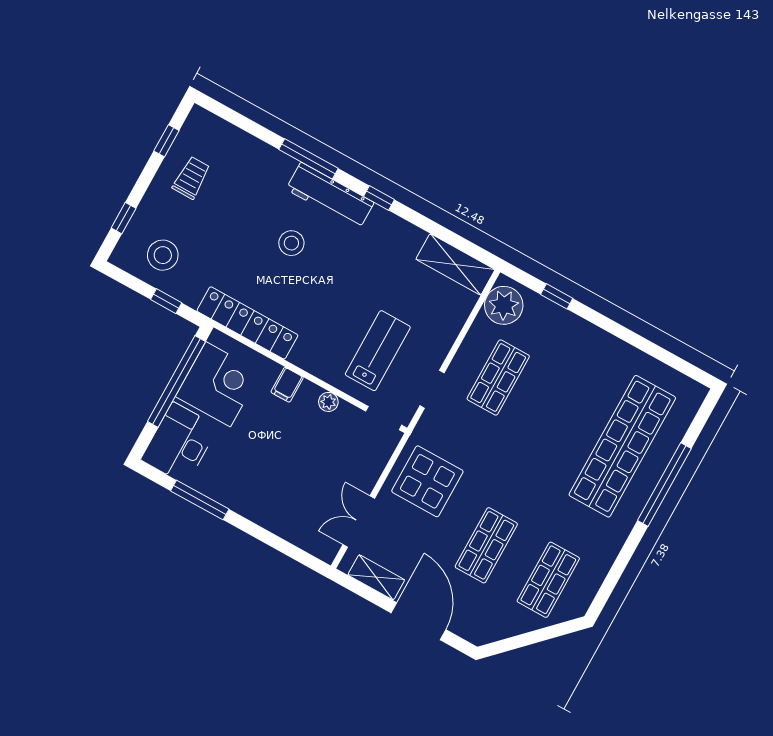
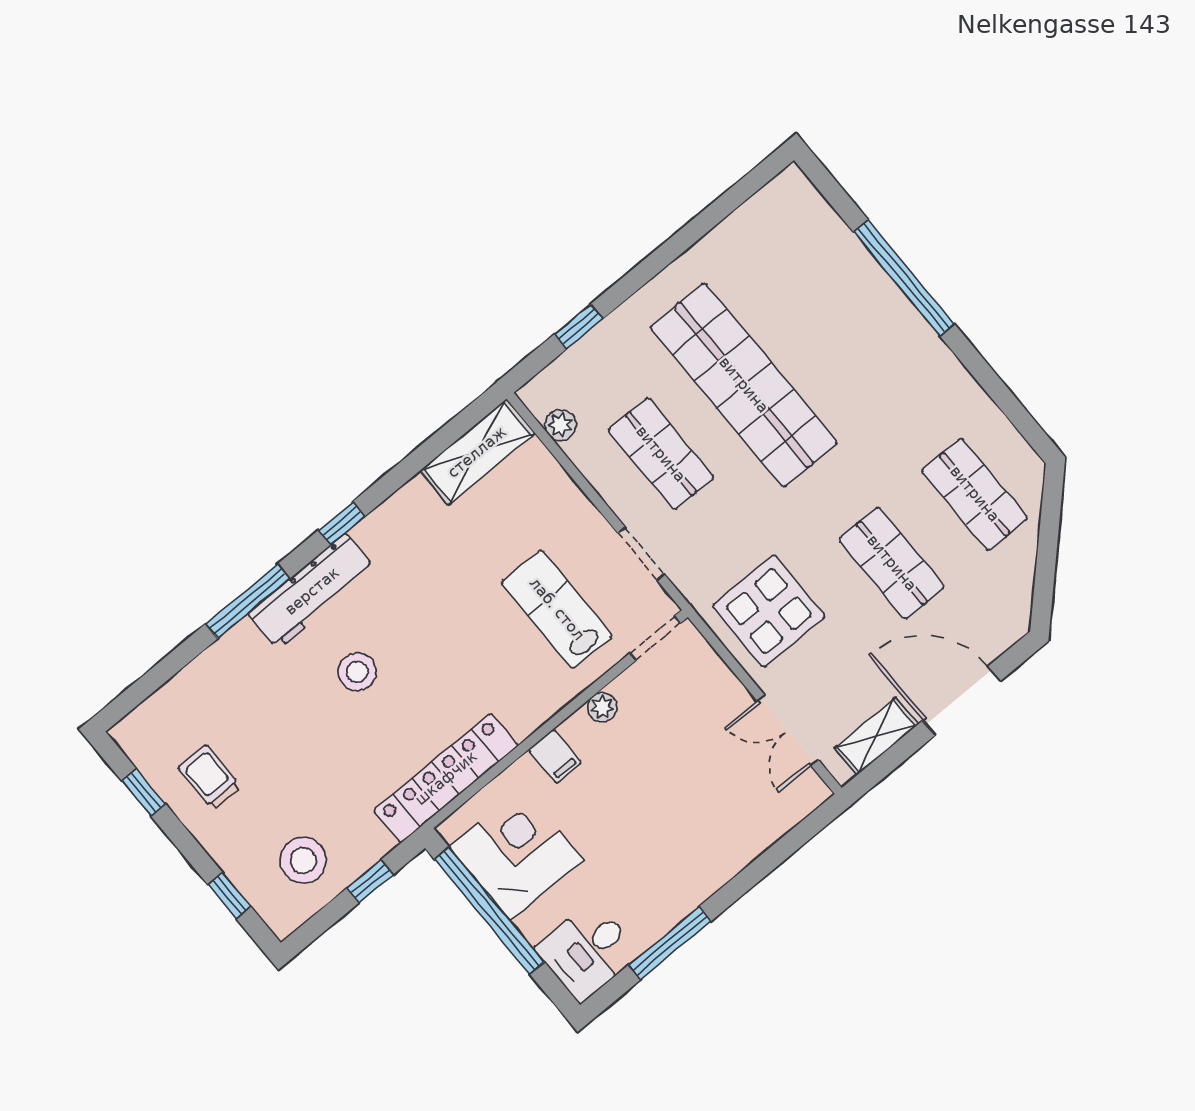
plant: (504, 305) -> (560, 425), width x0.53, depth x0.53
desk: (180, 443) -> (587, 951), width x0.73
shop shelf: (622, 446) -> (744, 385), moved

